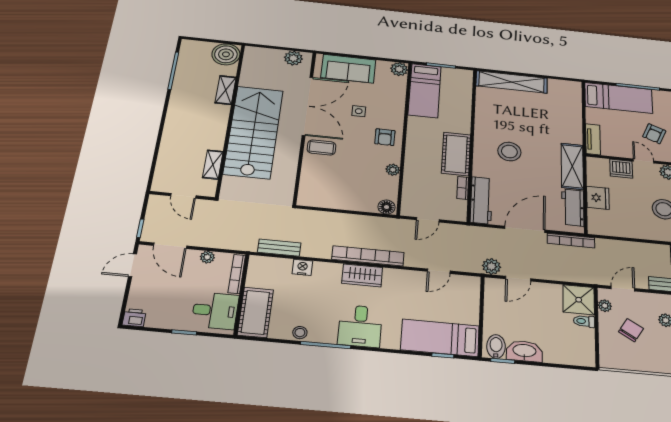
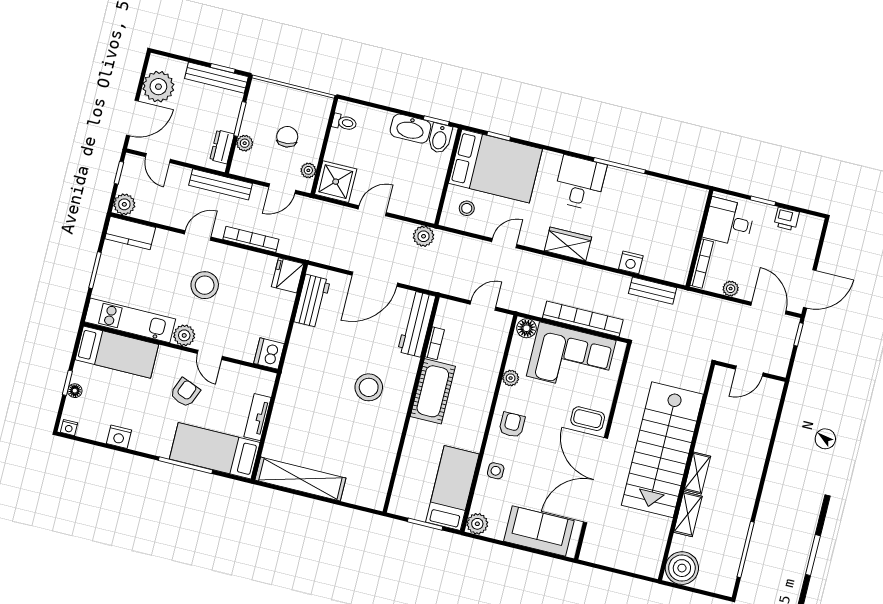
plant: (293, 58) -> (603, 554), removed
shelving: (512, 82) -> (300, 479), moved
side table: (359, 111) -> (496, 471), moved
tv unit: (593, 139) -> (257, 417), moved
shelving: (213, 165) -> (697, 473), moved
shelving: (572, 166) -> (298, 358), removed
dishwasher: (621, 169) -> (269, 354), moved, turned -90
corner sofa: (343, 189) -> (571, 358), added
door: (183, 196) -> (749, 371), swing flipped
fridge: (598, 198) -> (288, 275), moved
bookcase: (571, 241) -> (251, 239), moved
bookcase: (368, 256) -> (583, 319), moved, turned 180
door: (133, 265) -> (810, 289), width x1.37
door: (439, 271) -> (504, 243), moved
door: (518, 279) -> (372, 211), moved
cot: (255, 312) -> (687, 214), removed
printer: (134, 318) -> (787, 219), moved
toilet: (584, 321) -> (344, 122), moved
chair: (631, 330) -> (287, 137), turned 141
stool: (300, 333) -> (467, 208), moved
bed: (440, 338) -> (495, 166), width x1.50

